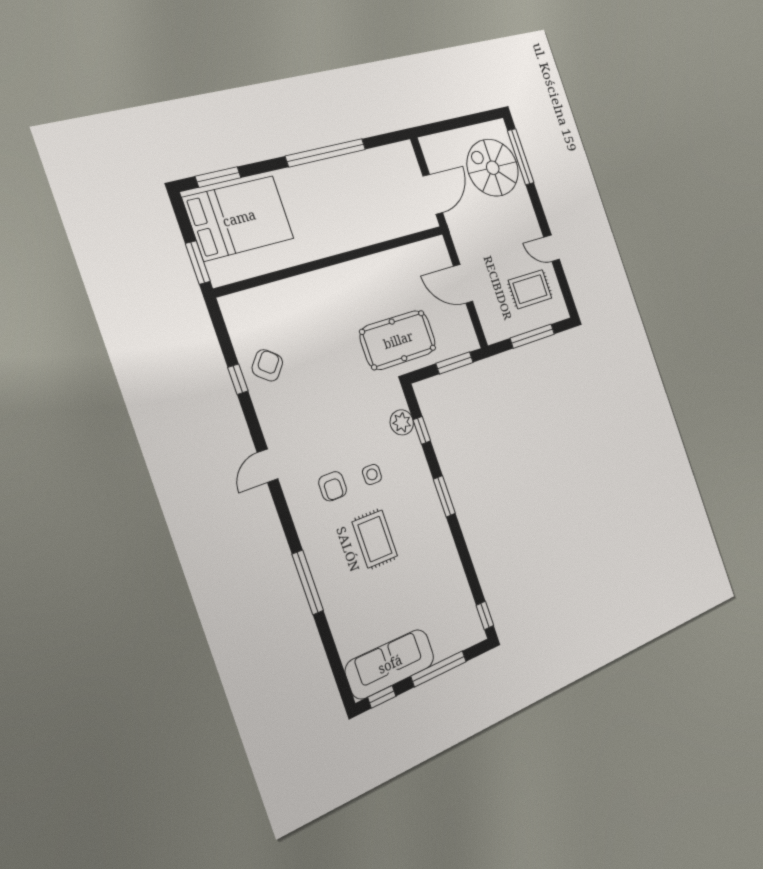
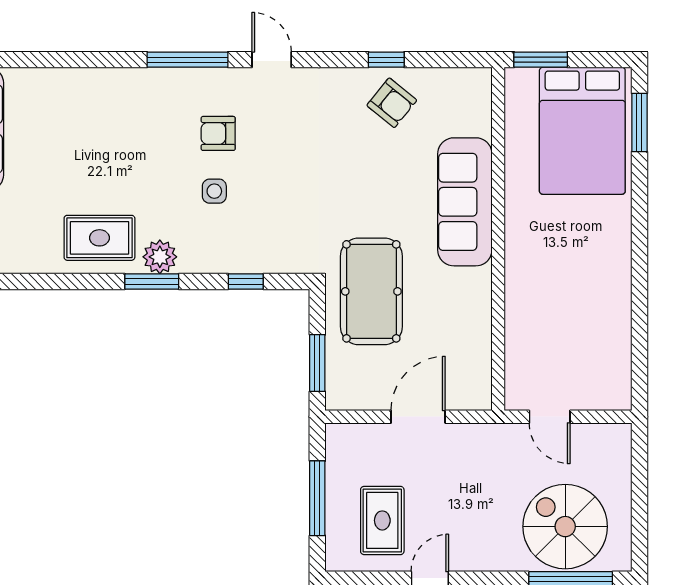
window: (326, 153) -> (639, 279), removed
spiral stairs: (493, 168) -> (565, 527), turned -90
door: (433, 194) -> (550, 417), width x0.73
sofa: (317, 291) -> (465, 202), added
plant: (402, 422) -> (160, 257), moved
rug: (375, 539) -> (99, 238), moved
window: (308, 582) -> (187, 60), moved

